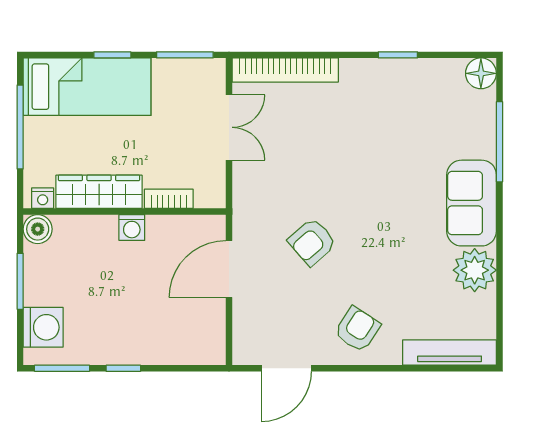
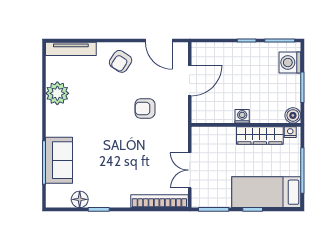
floor lamp: (481, 73) -> (80, 199), moved
bookcase: (169, 199) -> (222, 132), removed
sofa: (472, 203) -> (59, 160), moved
armchair: (312, 242) -> (145, 109), turned -139
door: (229, 269) -> (190, 80), moved
door: (286, 368) -> (159, 40), swing flipped

